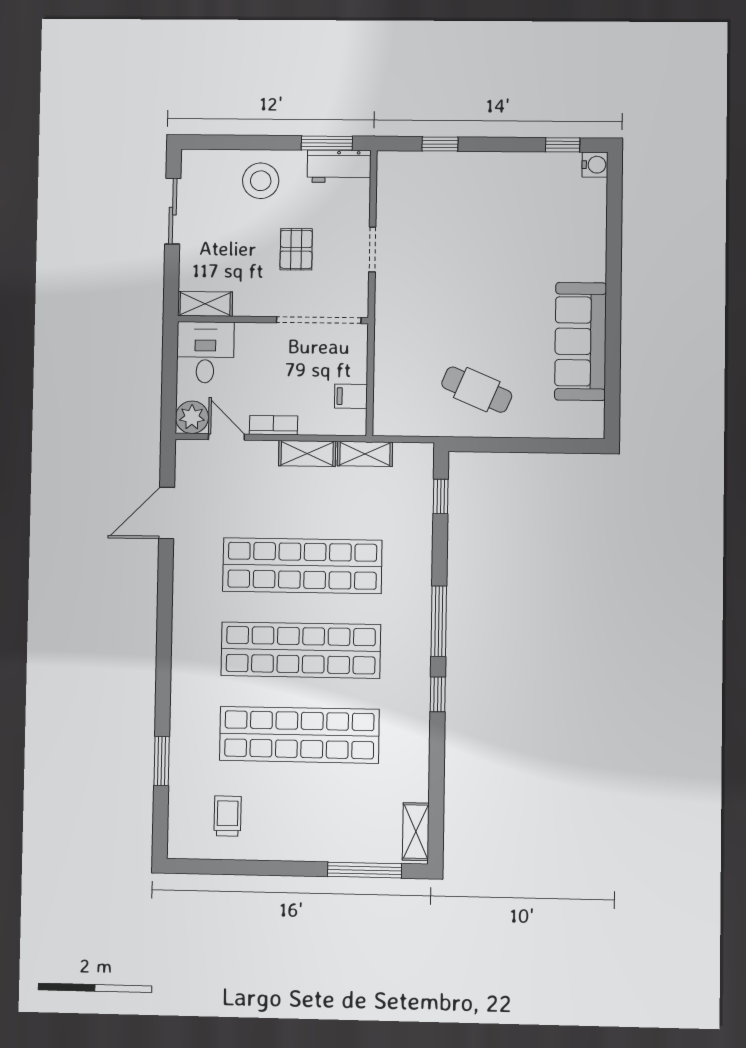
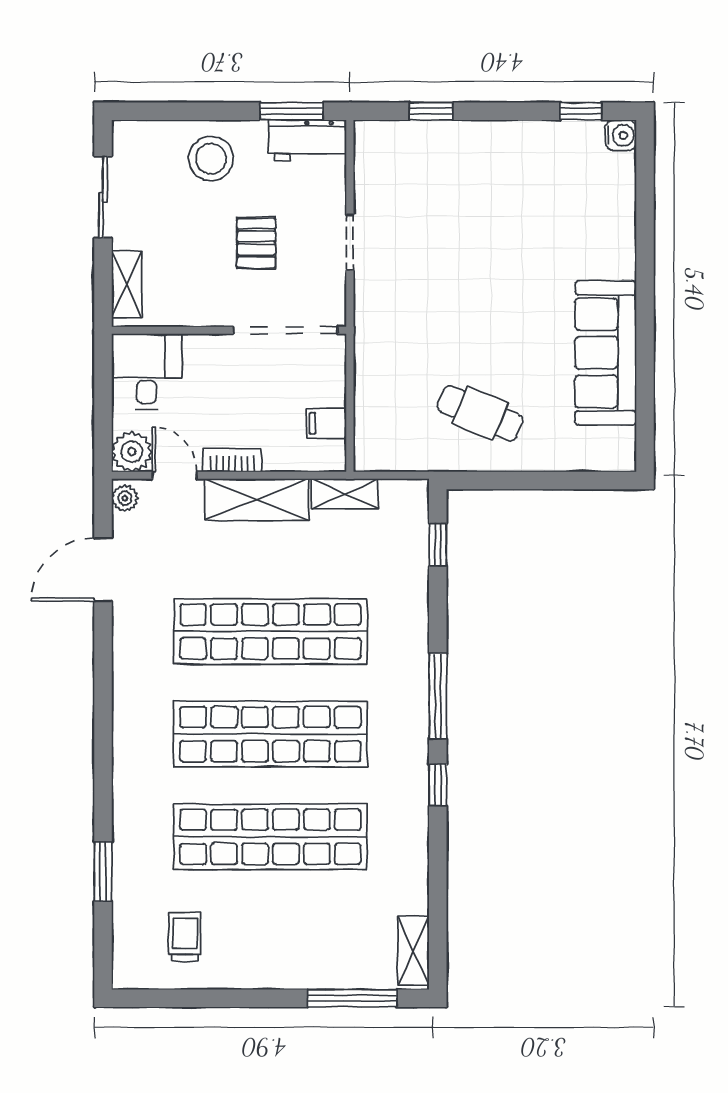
shelving: (205, 304) -> (127, 284), moved, turned 90
shelving: (307, 454) -> (257, 499), width x1.50, depth x1.33
plant: (186, 455) -> (125, 498), added

